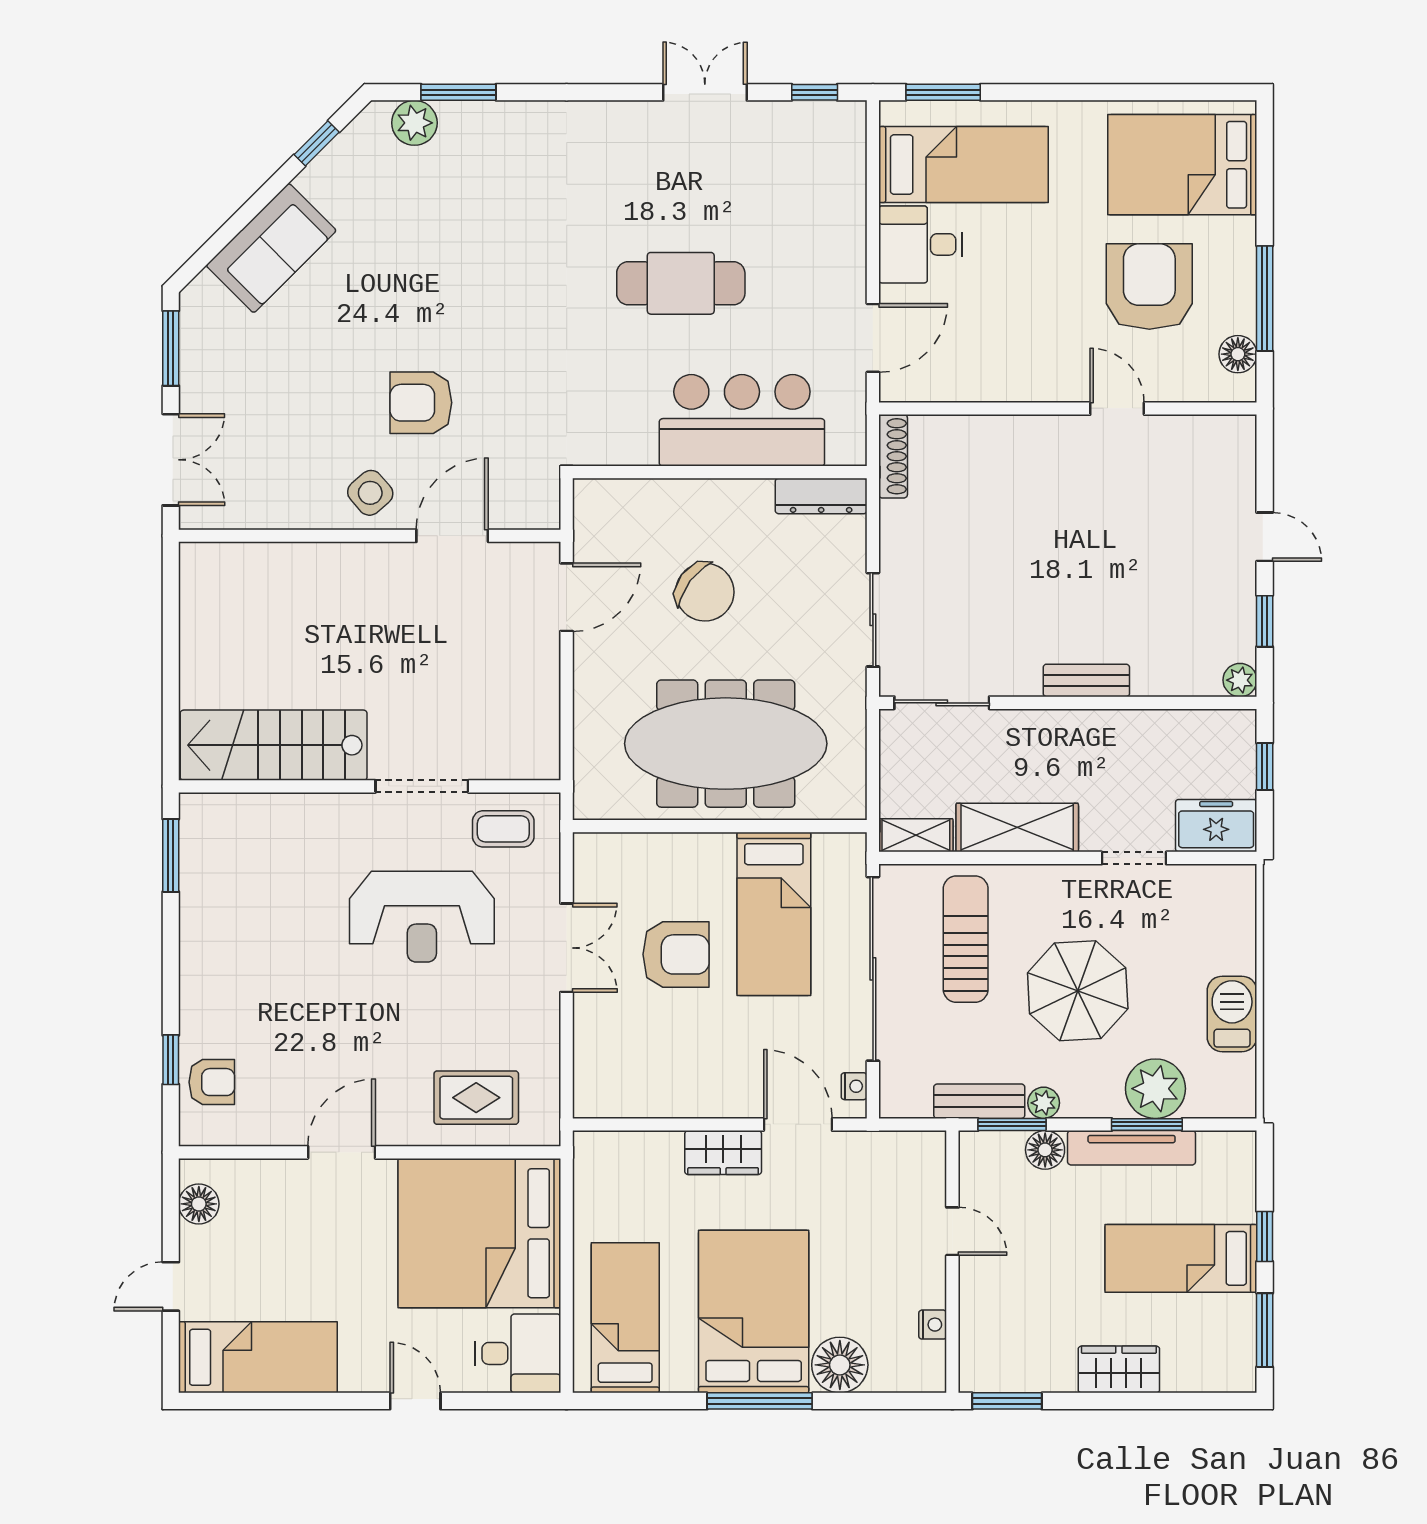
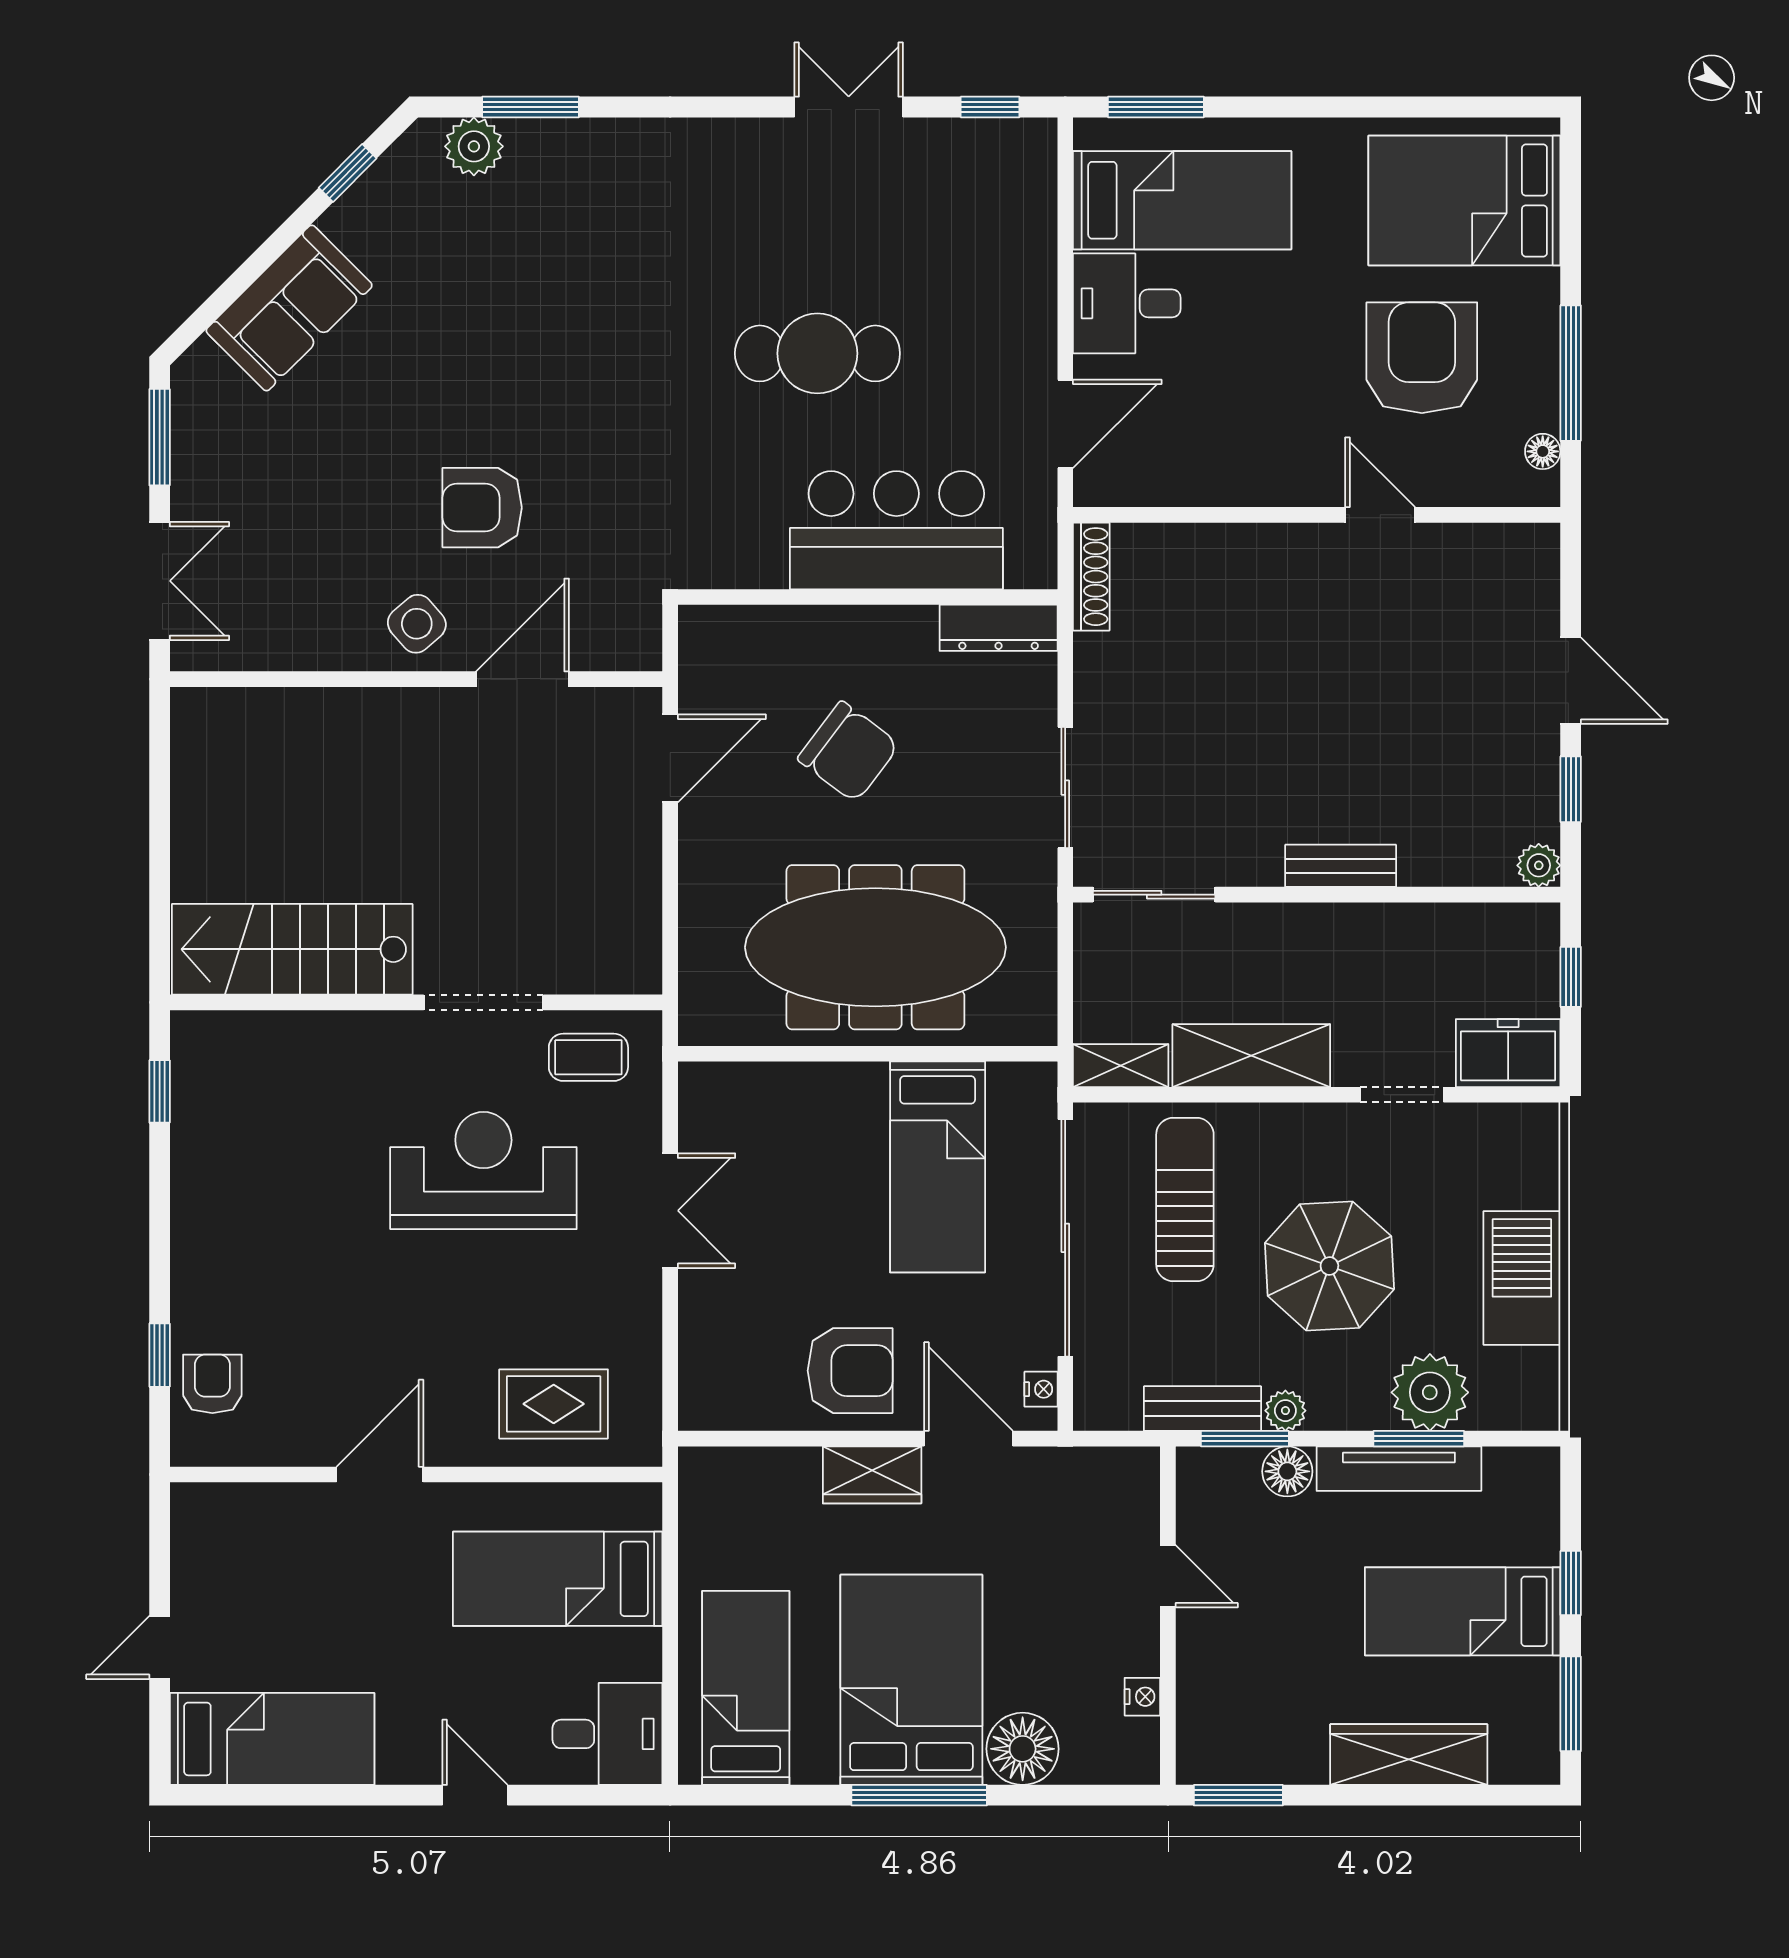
floor lamp: (1238, 354) -> (1543, 451), width x0.73, depth x0.73
door: (1265, 537) -> (1571, 681), width x1.37
window: (171, 855) -> (160, 1091), width x0.67
reception desk: (422, 917) -> (483, 1171), turned 180
armchair: (676, 954) -> (850, 1371), moved
barbecue: (1232, 1014) -> (1522, 1278), width x1.37, depth x1.21
armchair: (212, 1082) -> (212, 1384), turned -90
floor lamp: (199, 1204) -> (196, 1541), removed
bed: (479, 1233) -> (558, 1579), width x0.49
wardrobe: (1119, 1369) -> (1409, 1755), width x1.50

